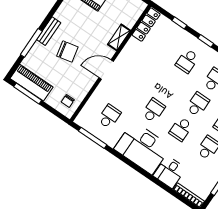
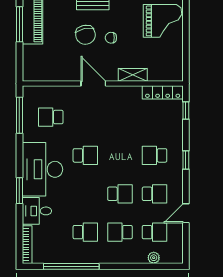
window: (179, 23) -> (186, 111), moved
chair: (68, 101) -> (111, 38), moved
school desk: (109, 116) -> (51, 117), turned 180
school desk: (181, 129) -> (85, 194), removed
window: (146, 175) -> (19, 191), added

